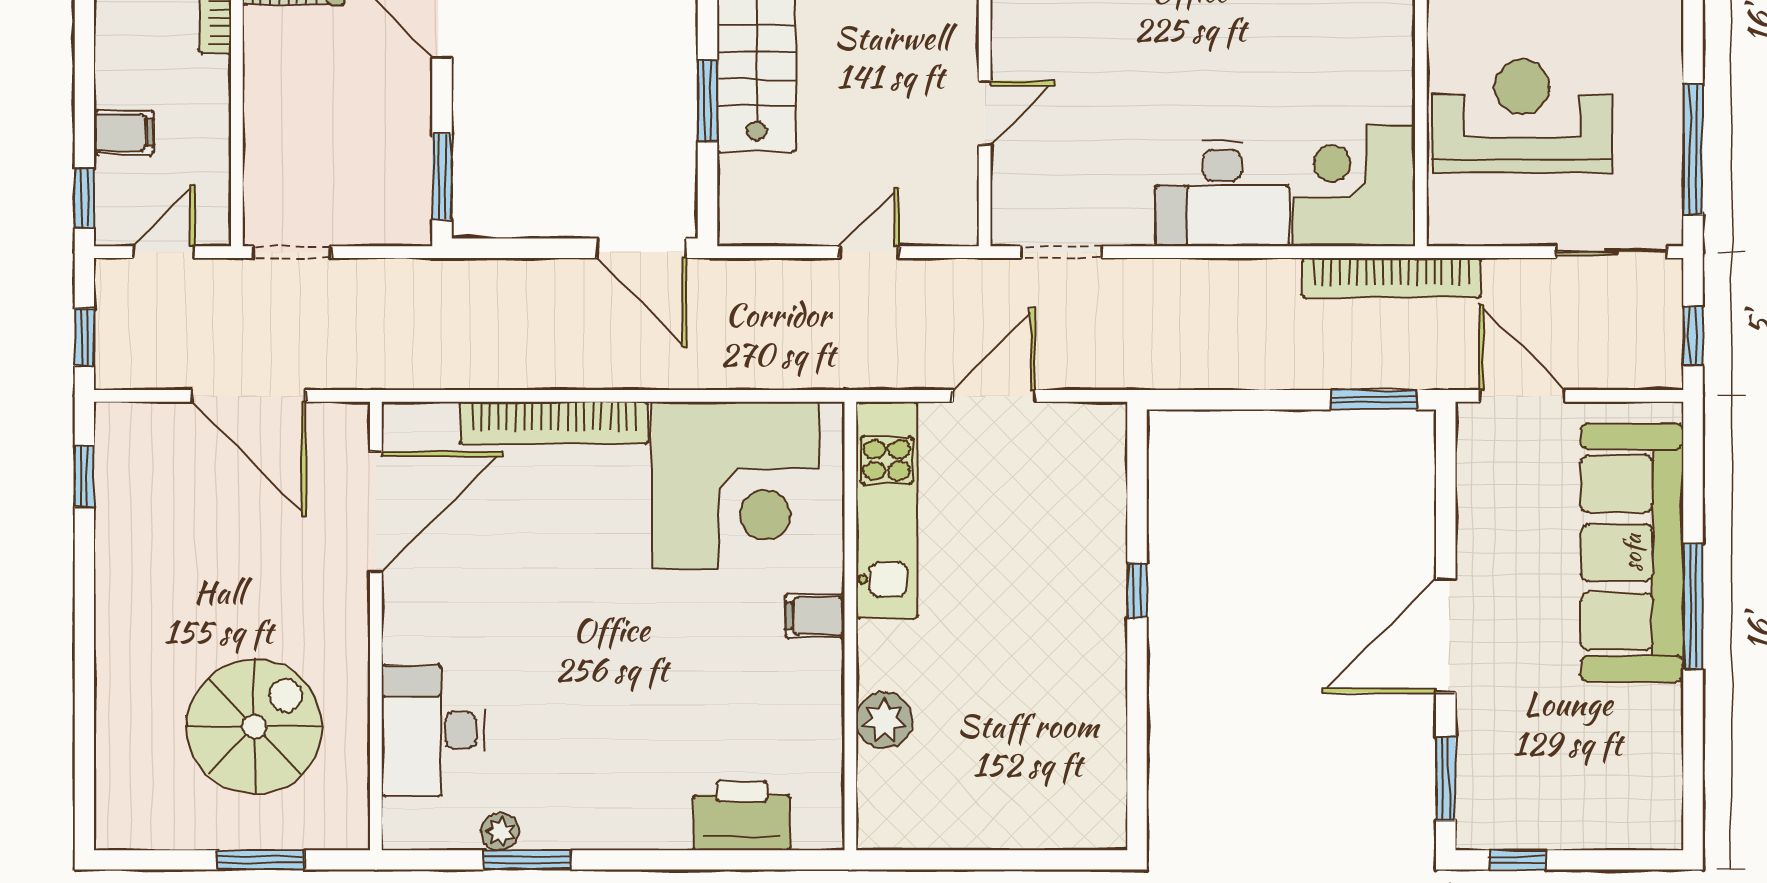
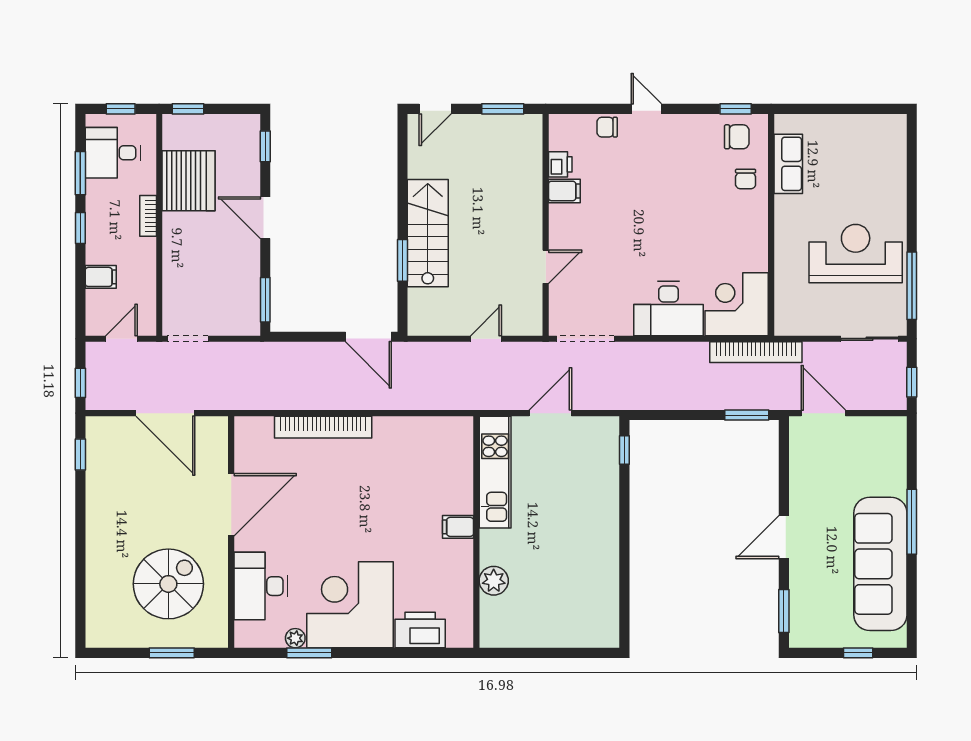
reception desk: (1522, 116) -> (856, 254), moved
window: (84, 198) -> (80, 228), moved
doorway: (1062, 252) -> (585, 339), width x1.38
corner desk: (735, 485) -> (350, 605), moved, turned 180
door: (376, 512) -> (231, 505), moved
sofa: (1632, 553) -> (880, 564), moved
window: (1137, 591) -> (624, 450), moved
door: (1446, 636) -> (784, 537), width x0.73
window: (1518, 860) -> (858, 653), moved

